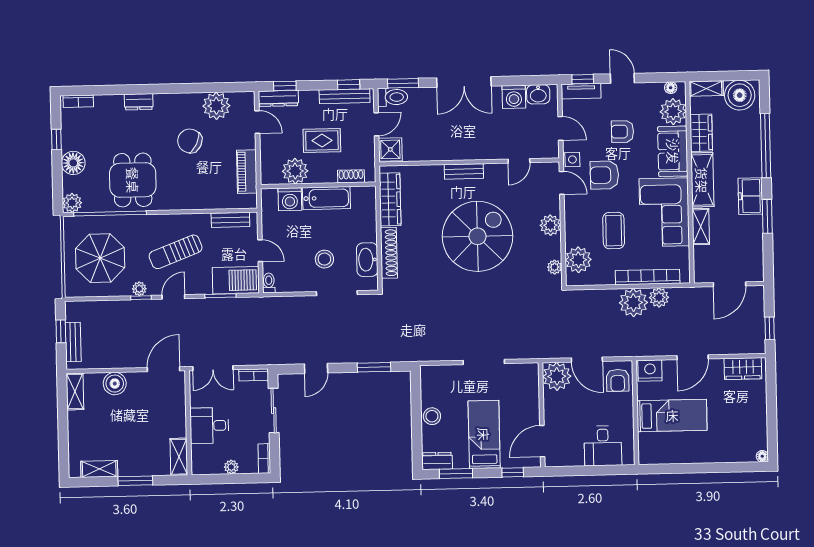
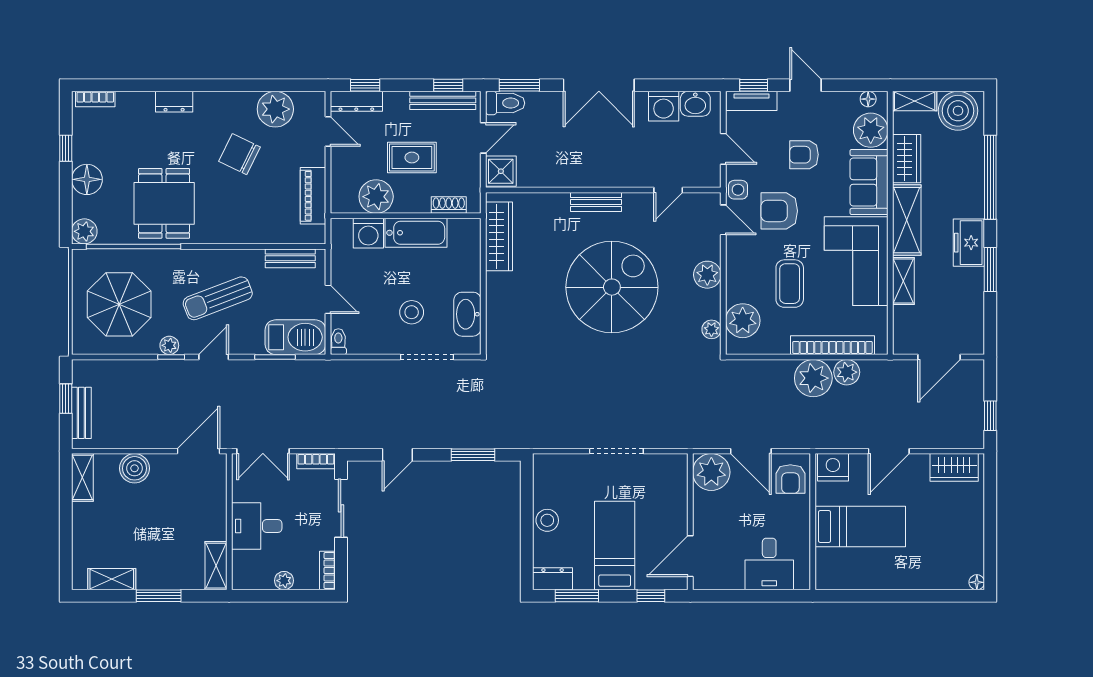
shoe rack: (389, 253) -> (496, 306), removed

